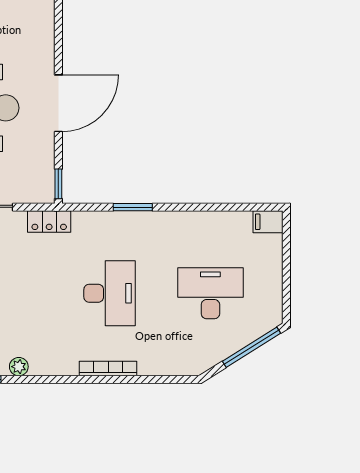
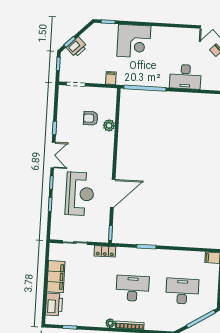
desk: (110, 293) -> (133, 288), turned -90
plant: (19, 367) -> (110, 323), moved

